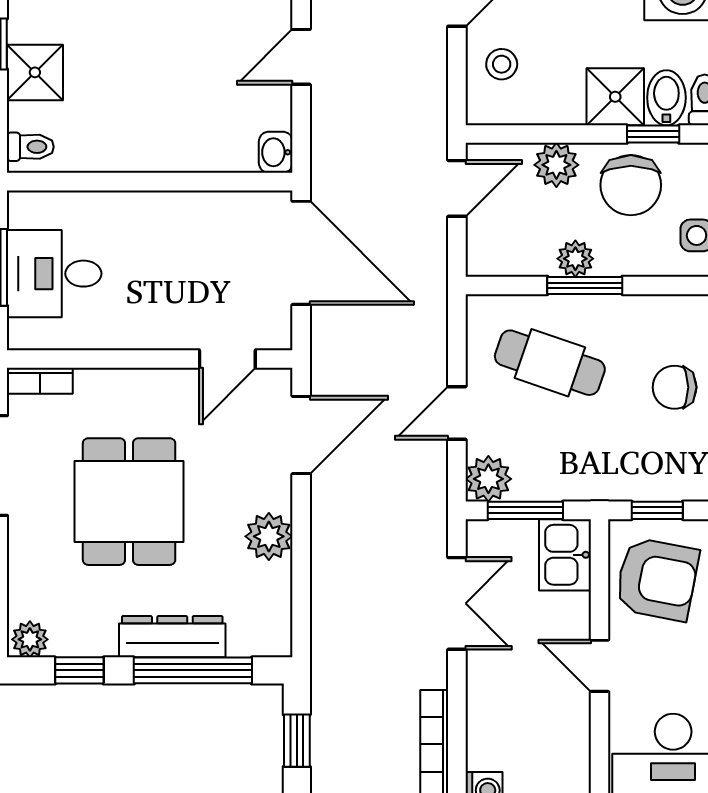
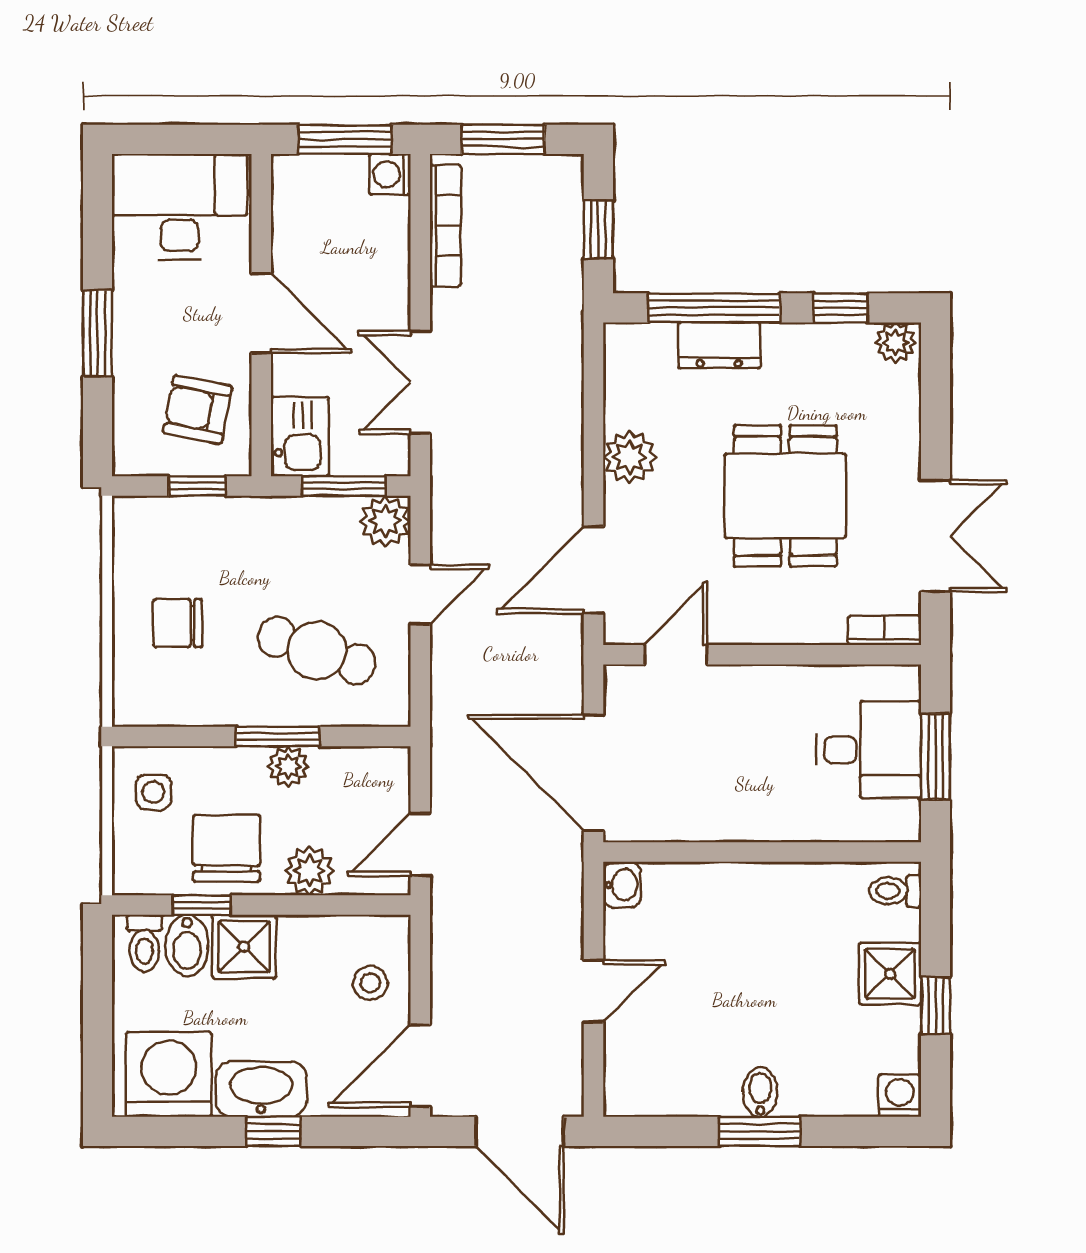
chair: (675, 387) -> (178, 623), turned 180
armchair: (657, 579) -> (197, 409), width x0.72, depth x0.72
dresser: (172, 637) -> (719, 345), width x0.70
door: (600, 666) -> (261, 313), width x1.38

